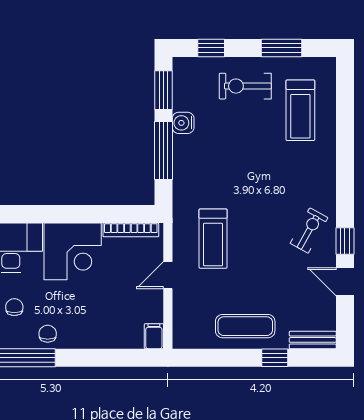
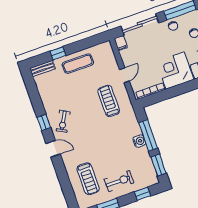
treadmill: (300, 110) -> (88, 179), turned 180
water cooler: (183, 123) -> (139, 141), moved
door: (345, 282) -> (53, 149), moved
sliding door: (107, 358) -> (140, 24), added

